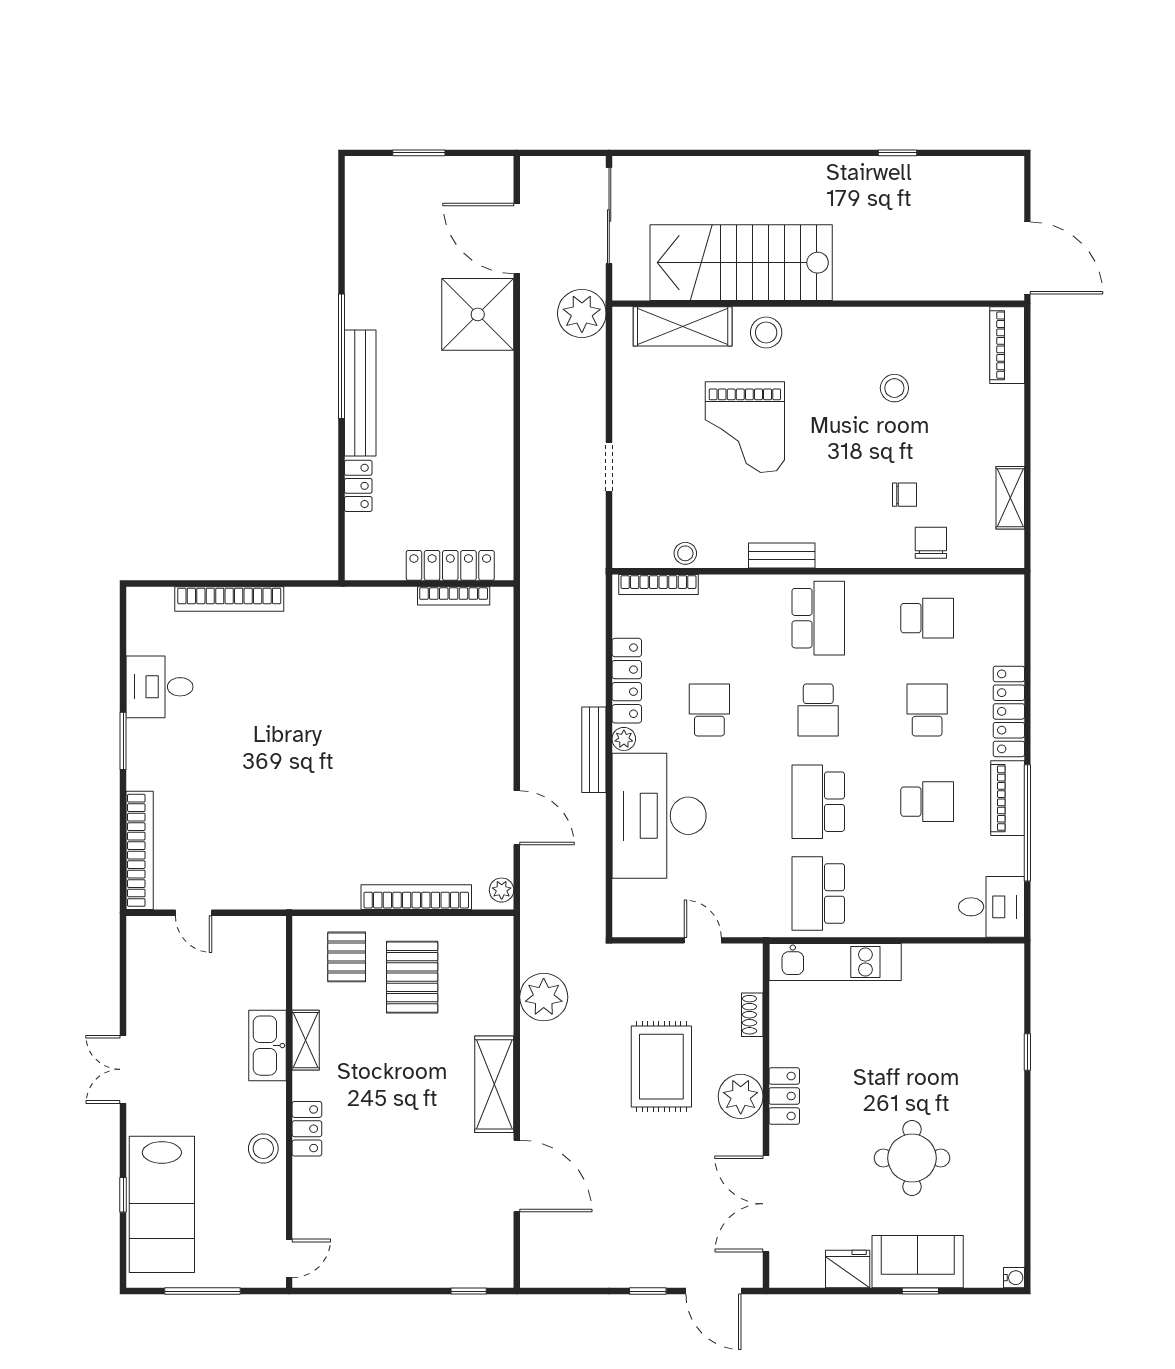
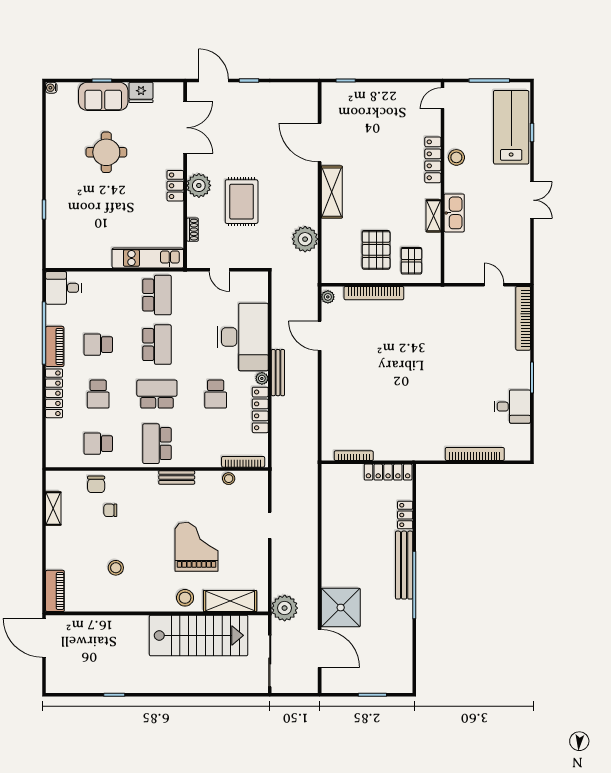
locker: (450, 565) -> (388, 472), moved
school desk: (818, 710) -> (157, 394), width x1.85
locker: (307, 1129) -> (433, 160), width x1.53

